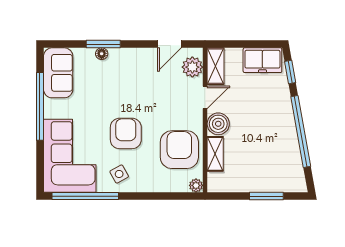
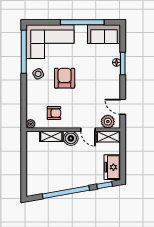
armchair: (126, 133) -> (65, 78), turned -90
armchair: (179, 150) -> (54, 113), width x0.53, depth x0.53
window: (266, 196) -> (24, 170), removed

